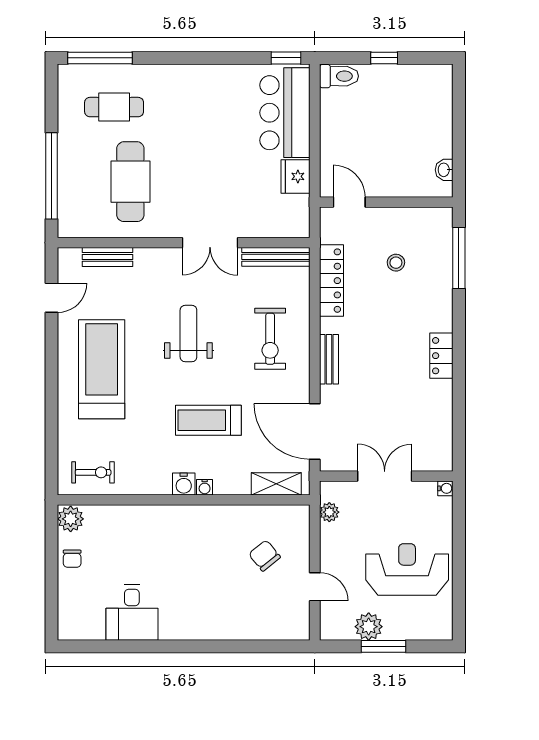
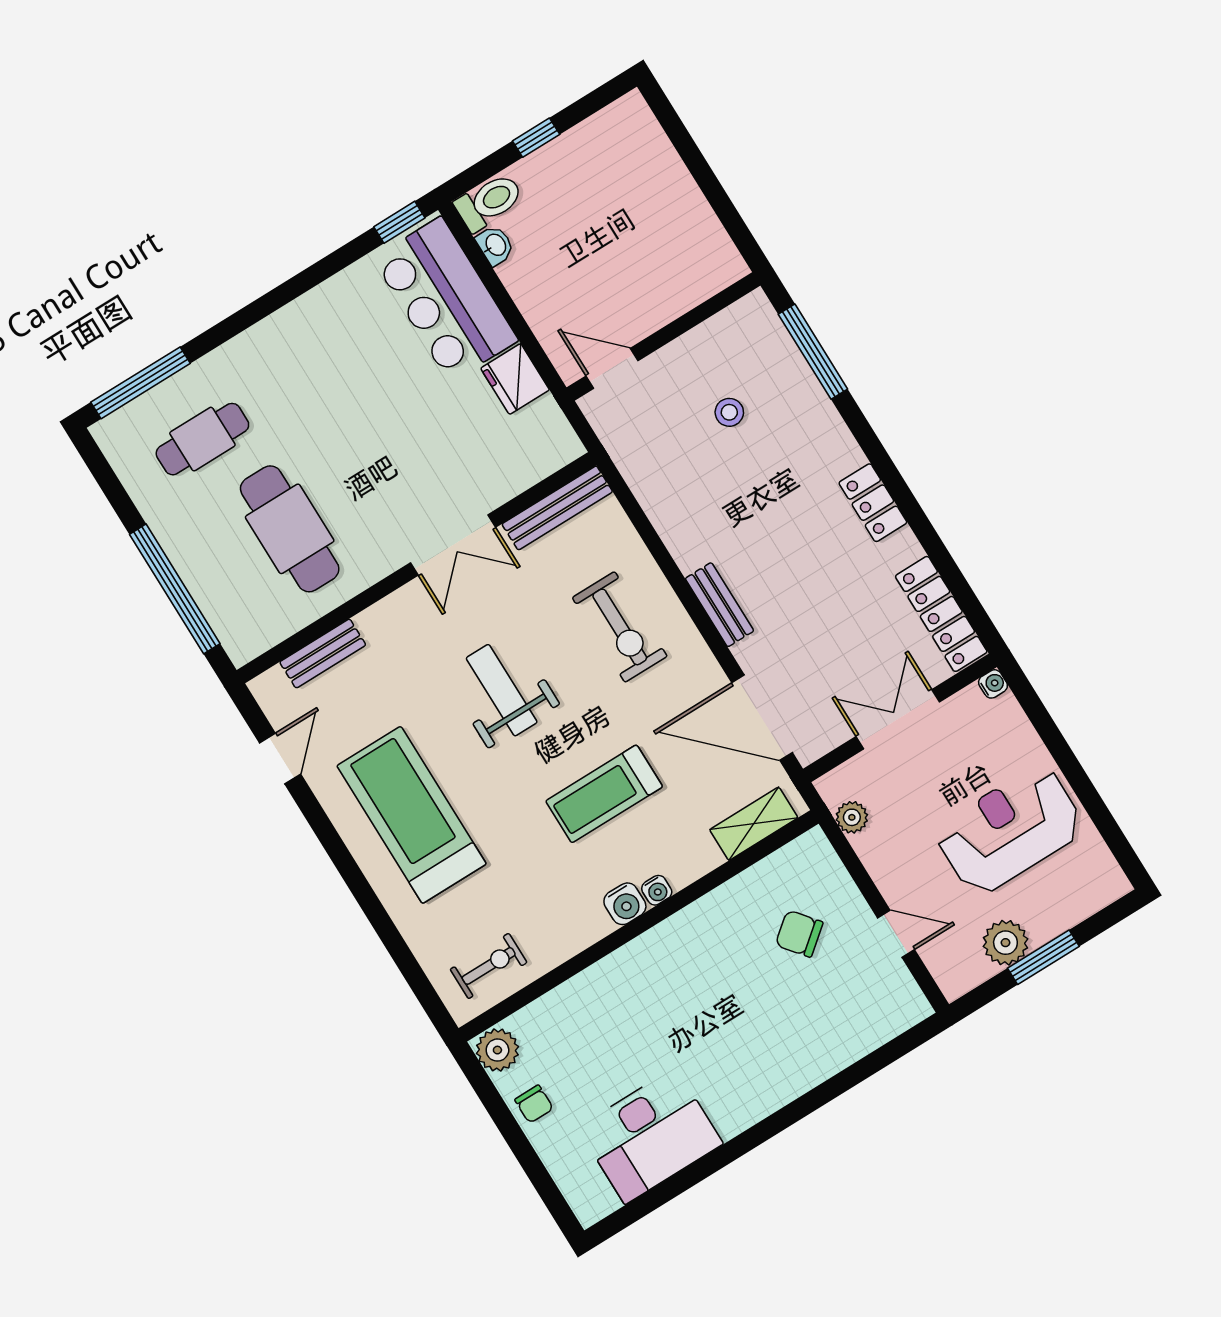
washbasin: (444, 170) -> (495, 245), moved, turned 180
locker: (331, 281) -> (941, 614), moved, turned 180
desk: (132, 613) -> (650, 1136), width x1.37

